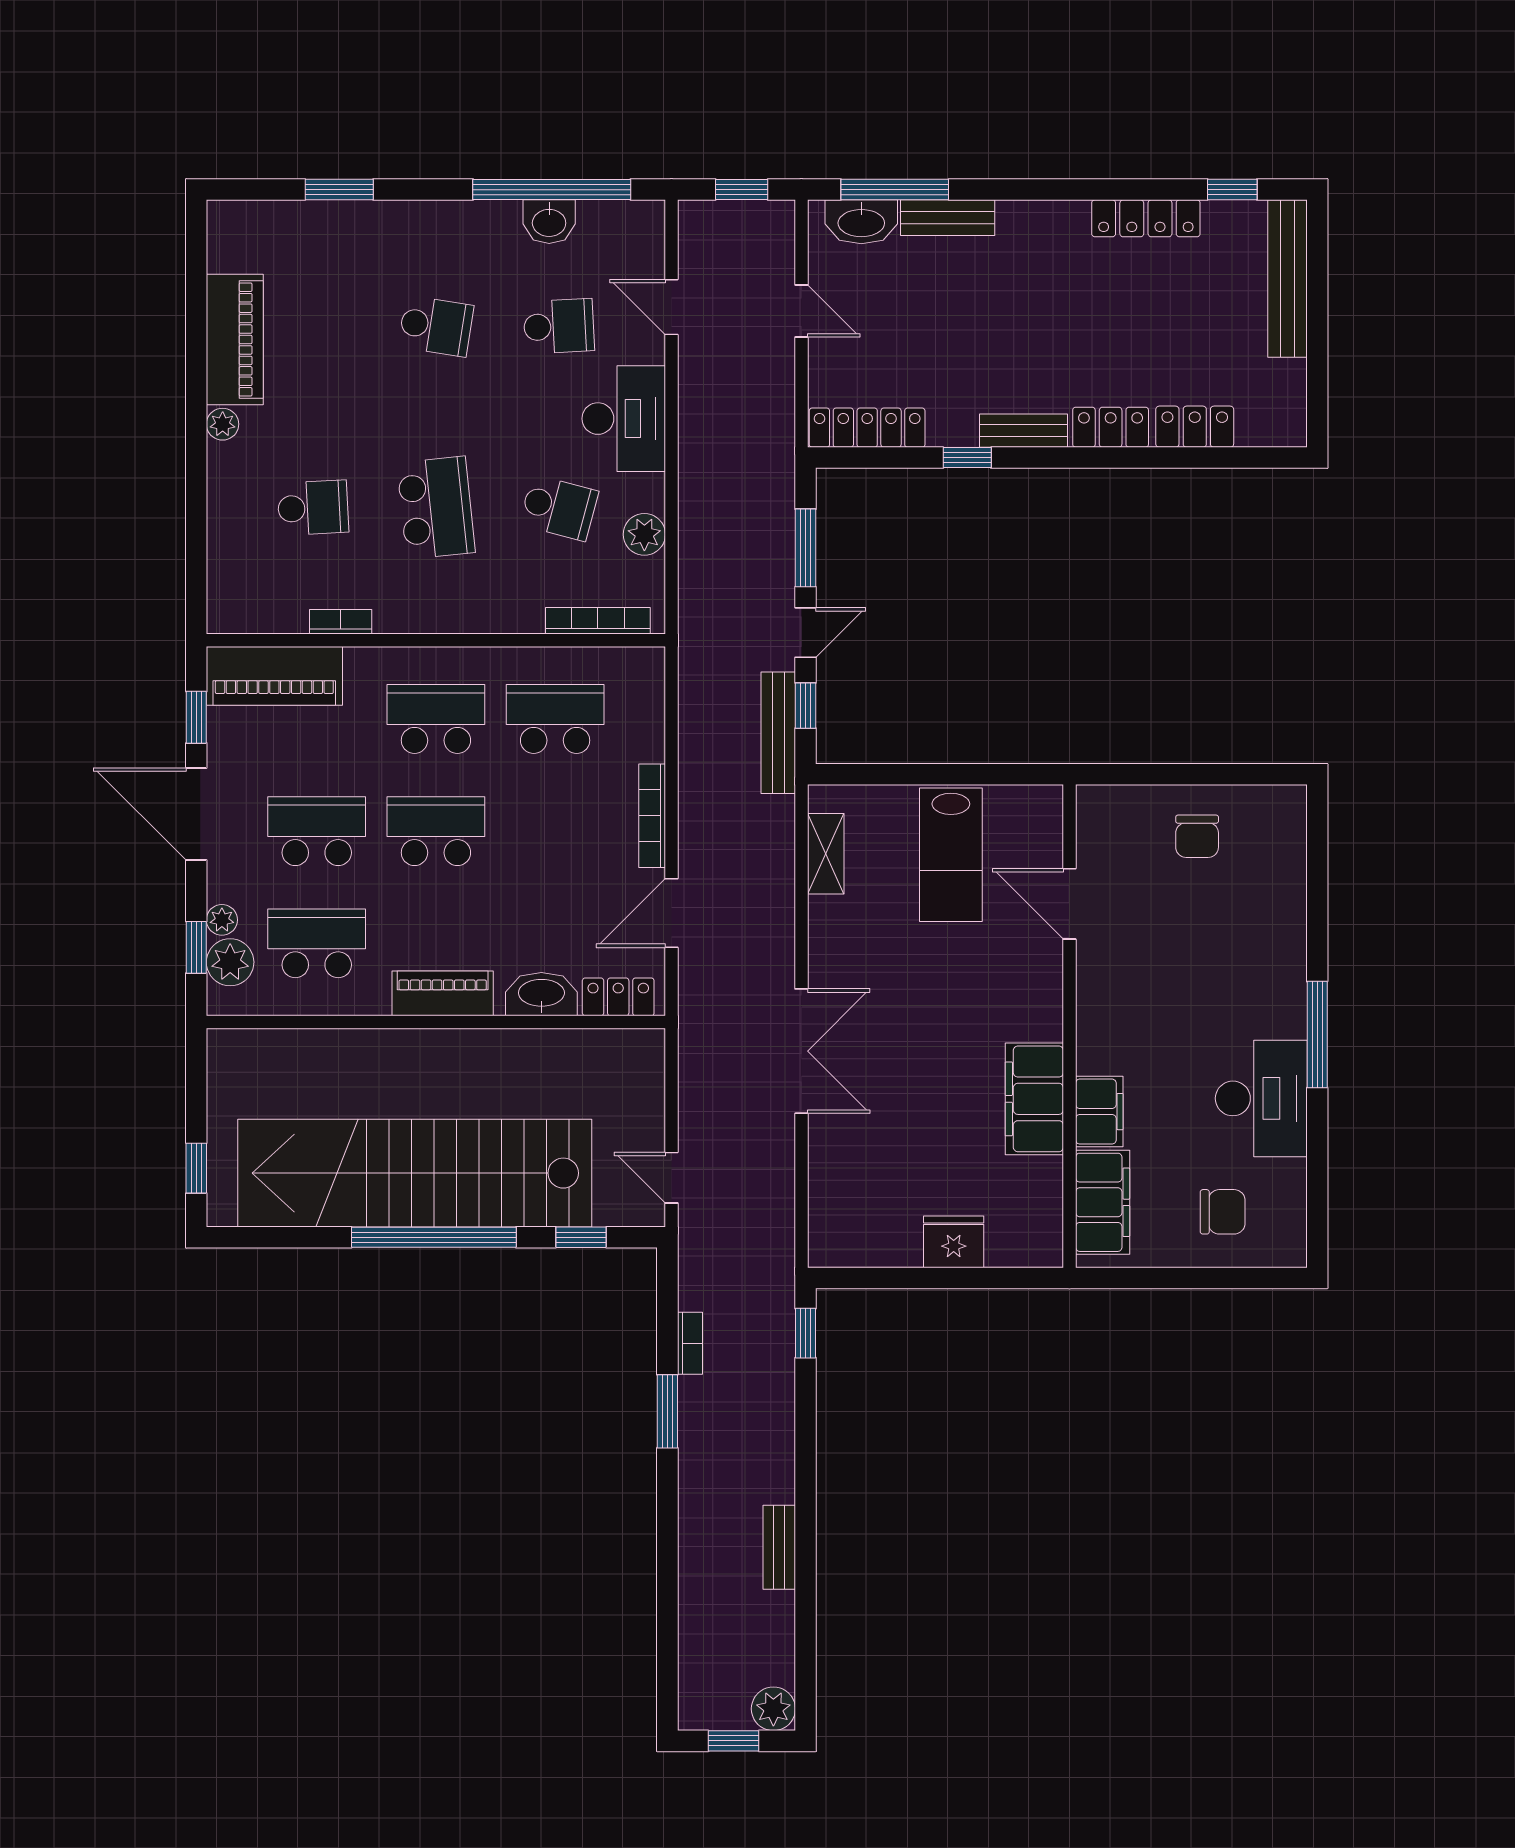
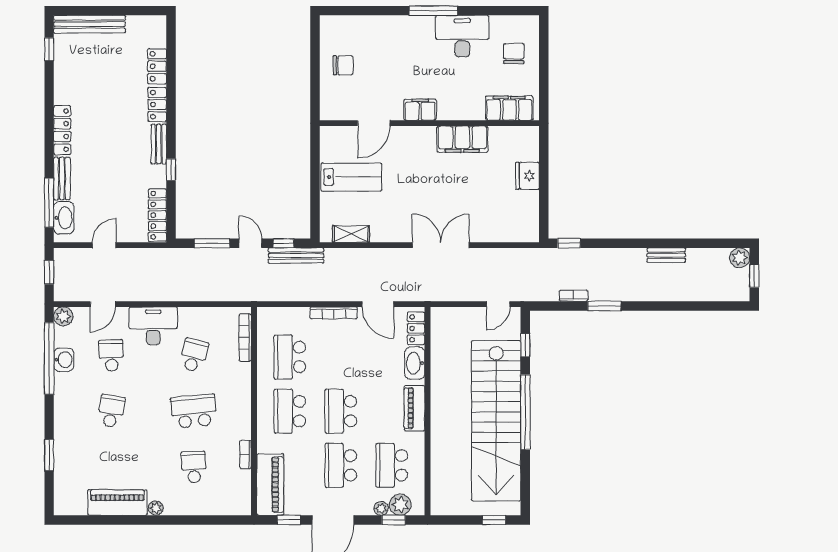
locker: (1146, 218) -> (62, 130), moved
plant: (644, 534) -> (63, 316), moved
filing cabinet: (1099, 1112) -> (420, 110), moved

